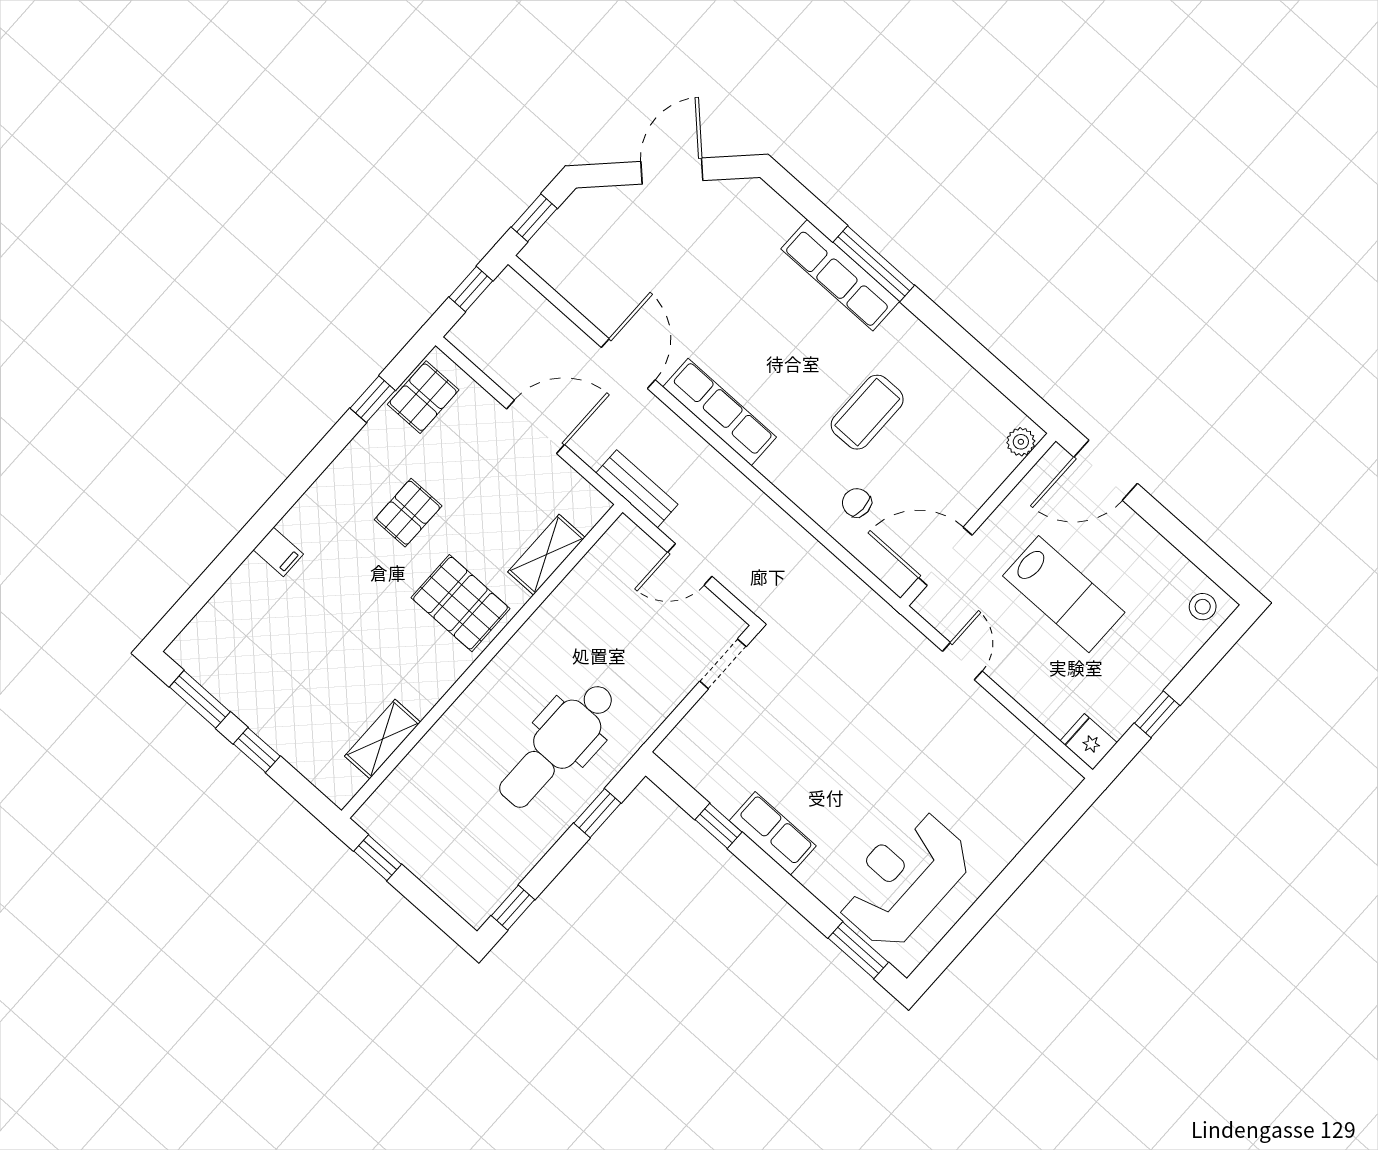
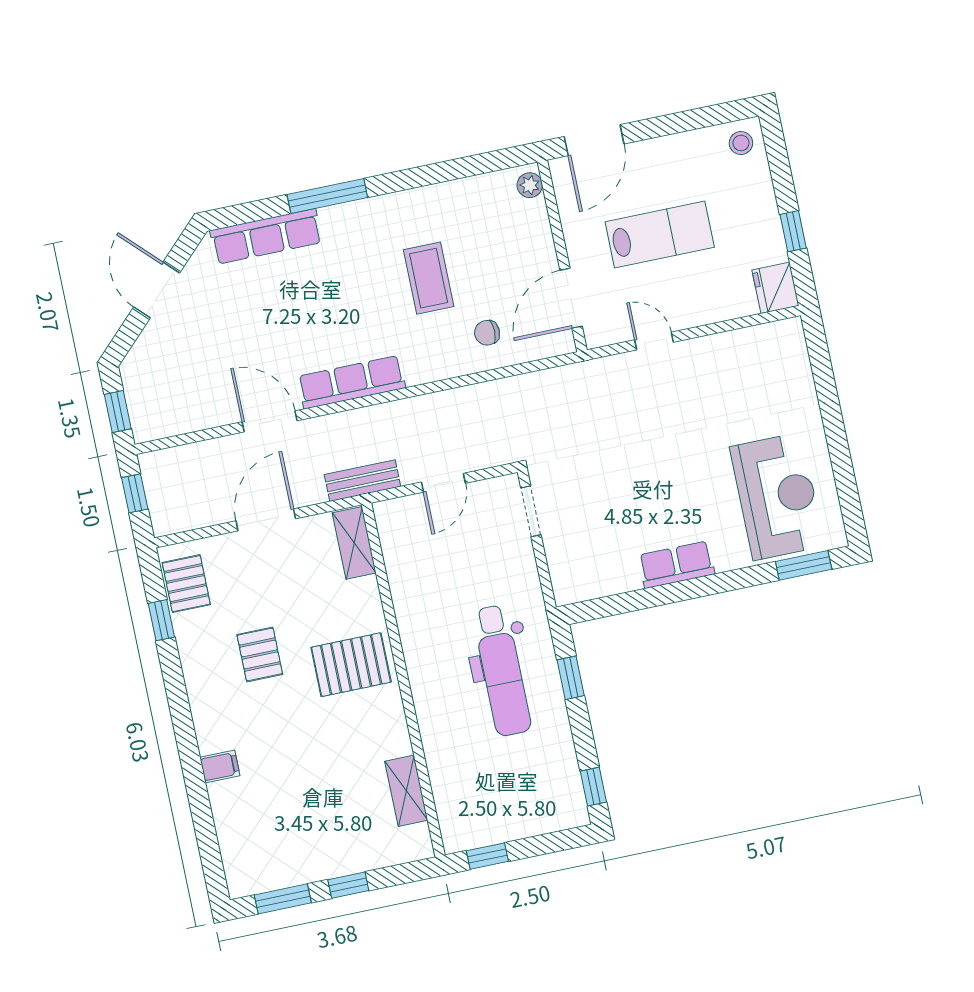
row of seats: (840, 275) -> (266, 236), moved
shelving: (546, 555) -> (354, 543), moved
fridge: (1089, 742) -> (775, 288), width x1.38
window: (719, 826) -> (643, 599), removed
reception desk: (904, 879) -> (777, 496), turned 180

